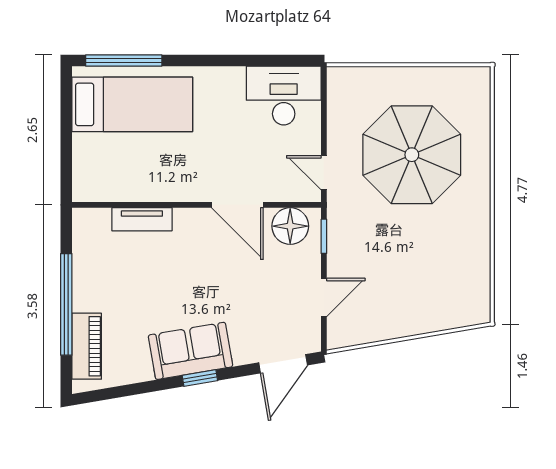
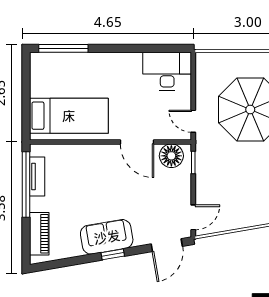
bed: (132, 104) -> (69, 116), moved
tv unit: (142, 219) -> (37, 176), moved, turned -90
door: (324, 297) -> (193, 217), moved
window: (66, 304) -> (26, 184), moved

